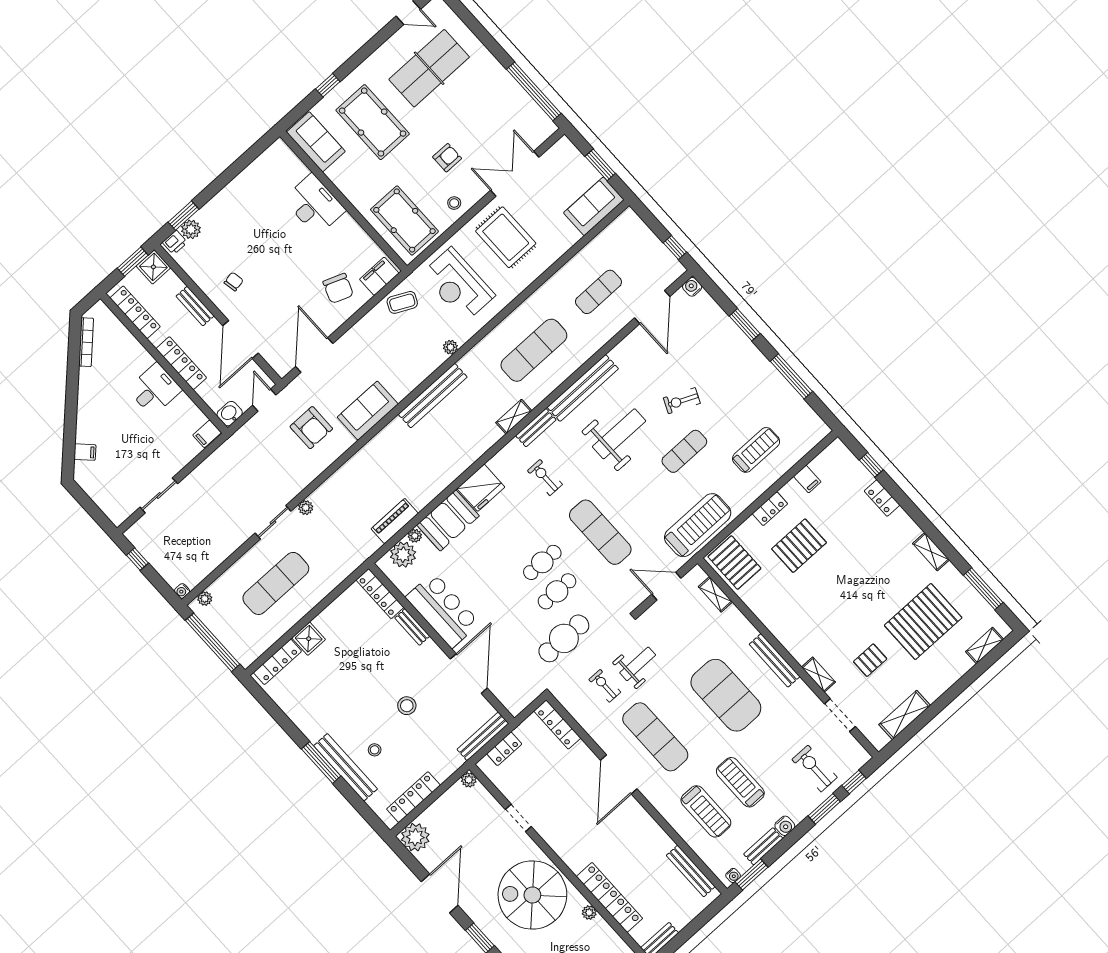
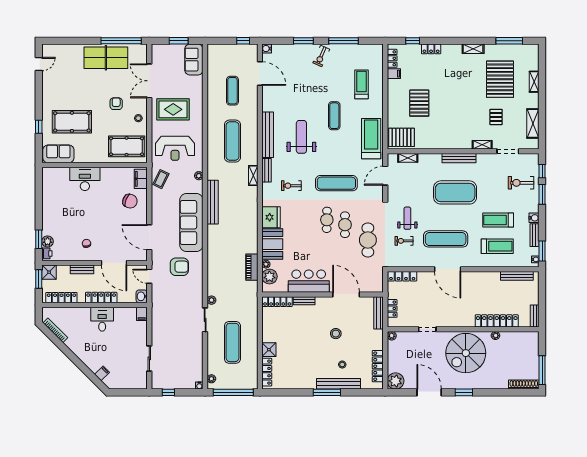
table tennis table: (429, 68) -> (106, 58), moved, turned 90
exercise bike: (682, 401) -> (321, 56), moved
sofa: (368, 411) -> (191, 222), width x1.85, depth x1.27
locker: (770, 509) -> (392, 58), moved
shelving: (985, 645) -> (534, 82), moved

